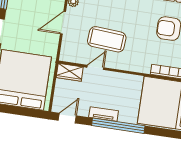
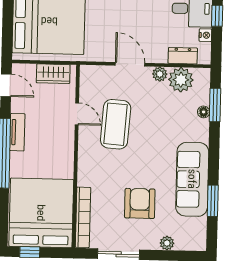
wardrobe: (70, 72) -> (53, 74), moved, turned -90

